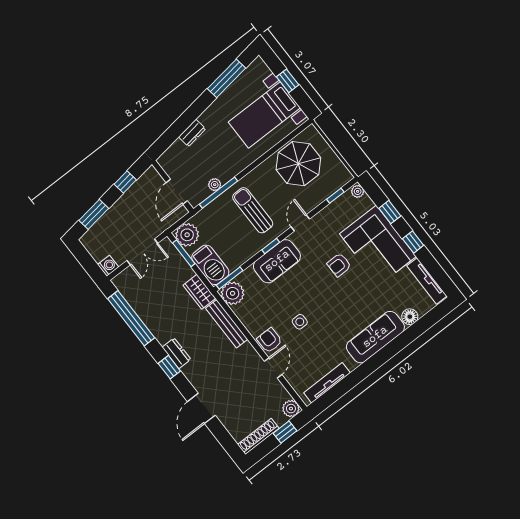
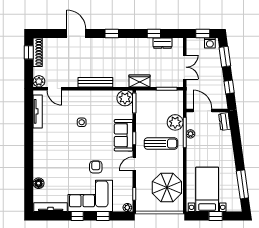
dresser: (192, 133) -> (225, 122), moved
door: (300, 223) -> (134, 164), swing flipped
plant: (187, 235) -> (175, 122), moved
double door: (142, 252) -> (185, 67), swing flipped
window: (87, 261) -> (203, 34), added
barbecue: (210, 265) -> (149, 98), removed
washing machine: (108, 266) -> (210, 43), moved
window: (131, 318) -> (154, 34), width x0.32
bench: (227, 324) -> (95, 82), moved
sofa: (375, 337) -> (42, 156), removed
armchair: (270, 340) -> (84, 98), removed
dresser: (176, 353) -> (162, 43), moved
door: (273, 368) -> (54, 89), moved
window: (285, 432) -> (29, 52), moved

